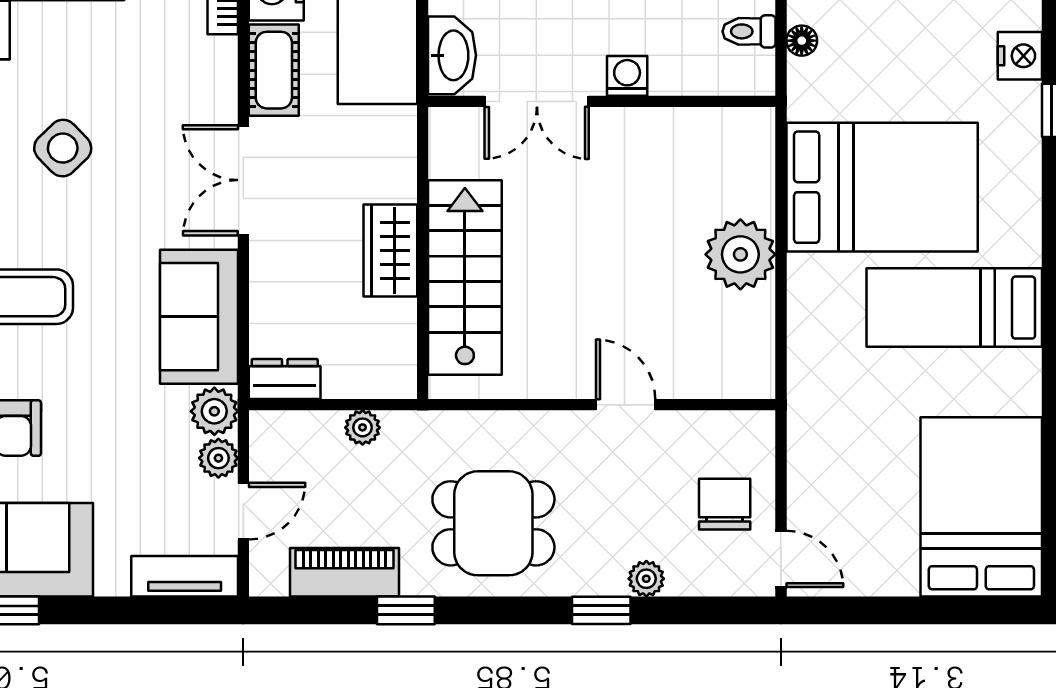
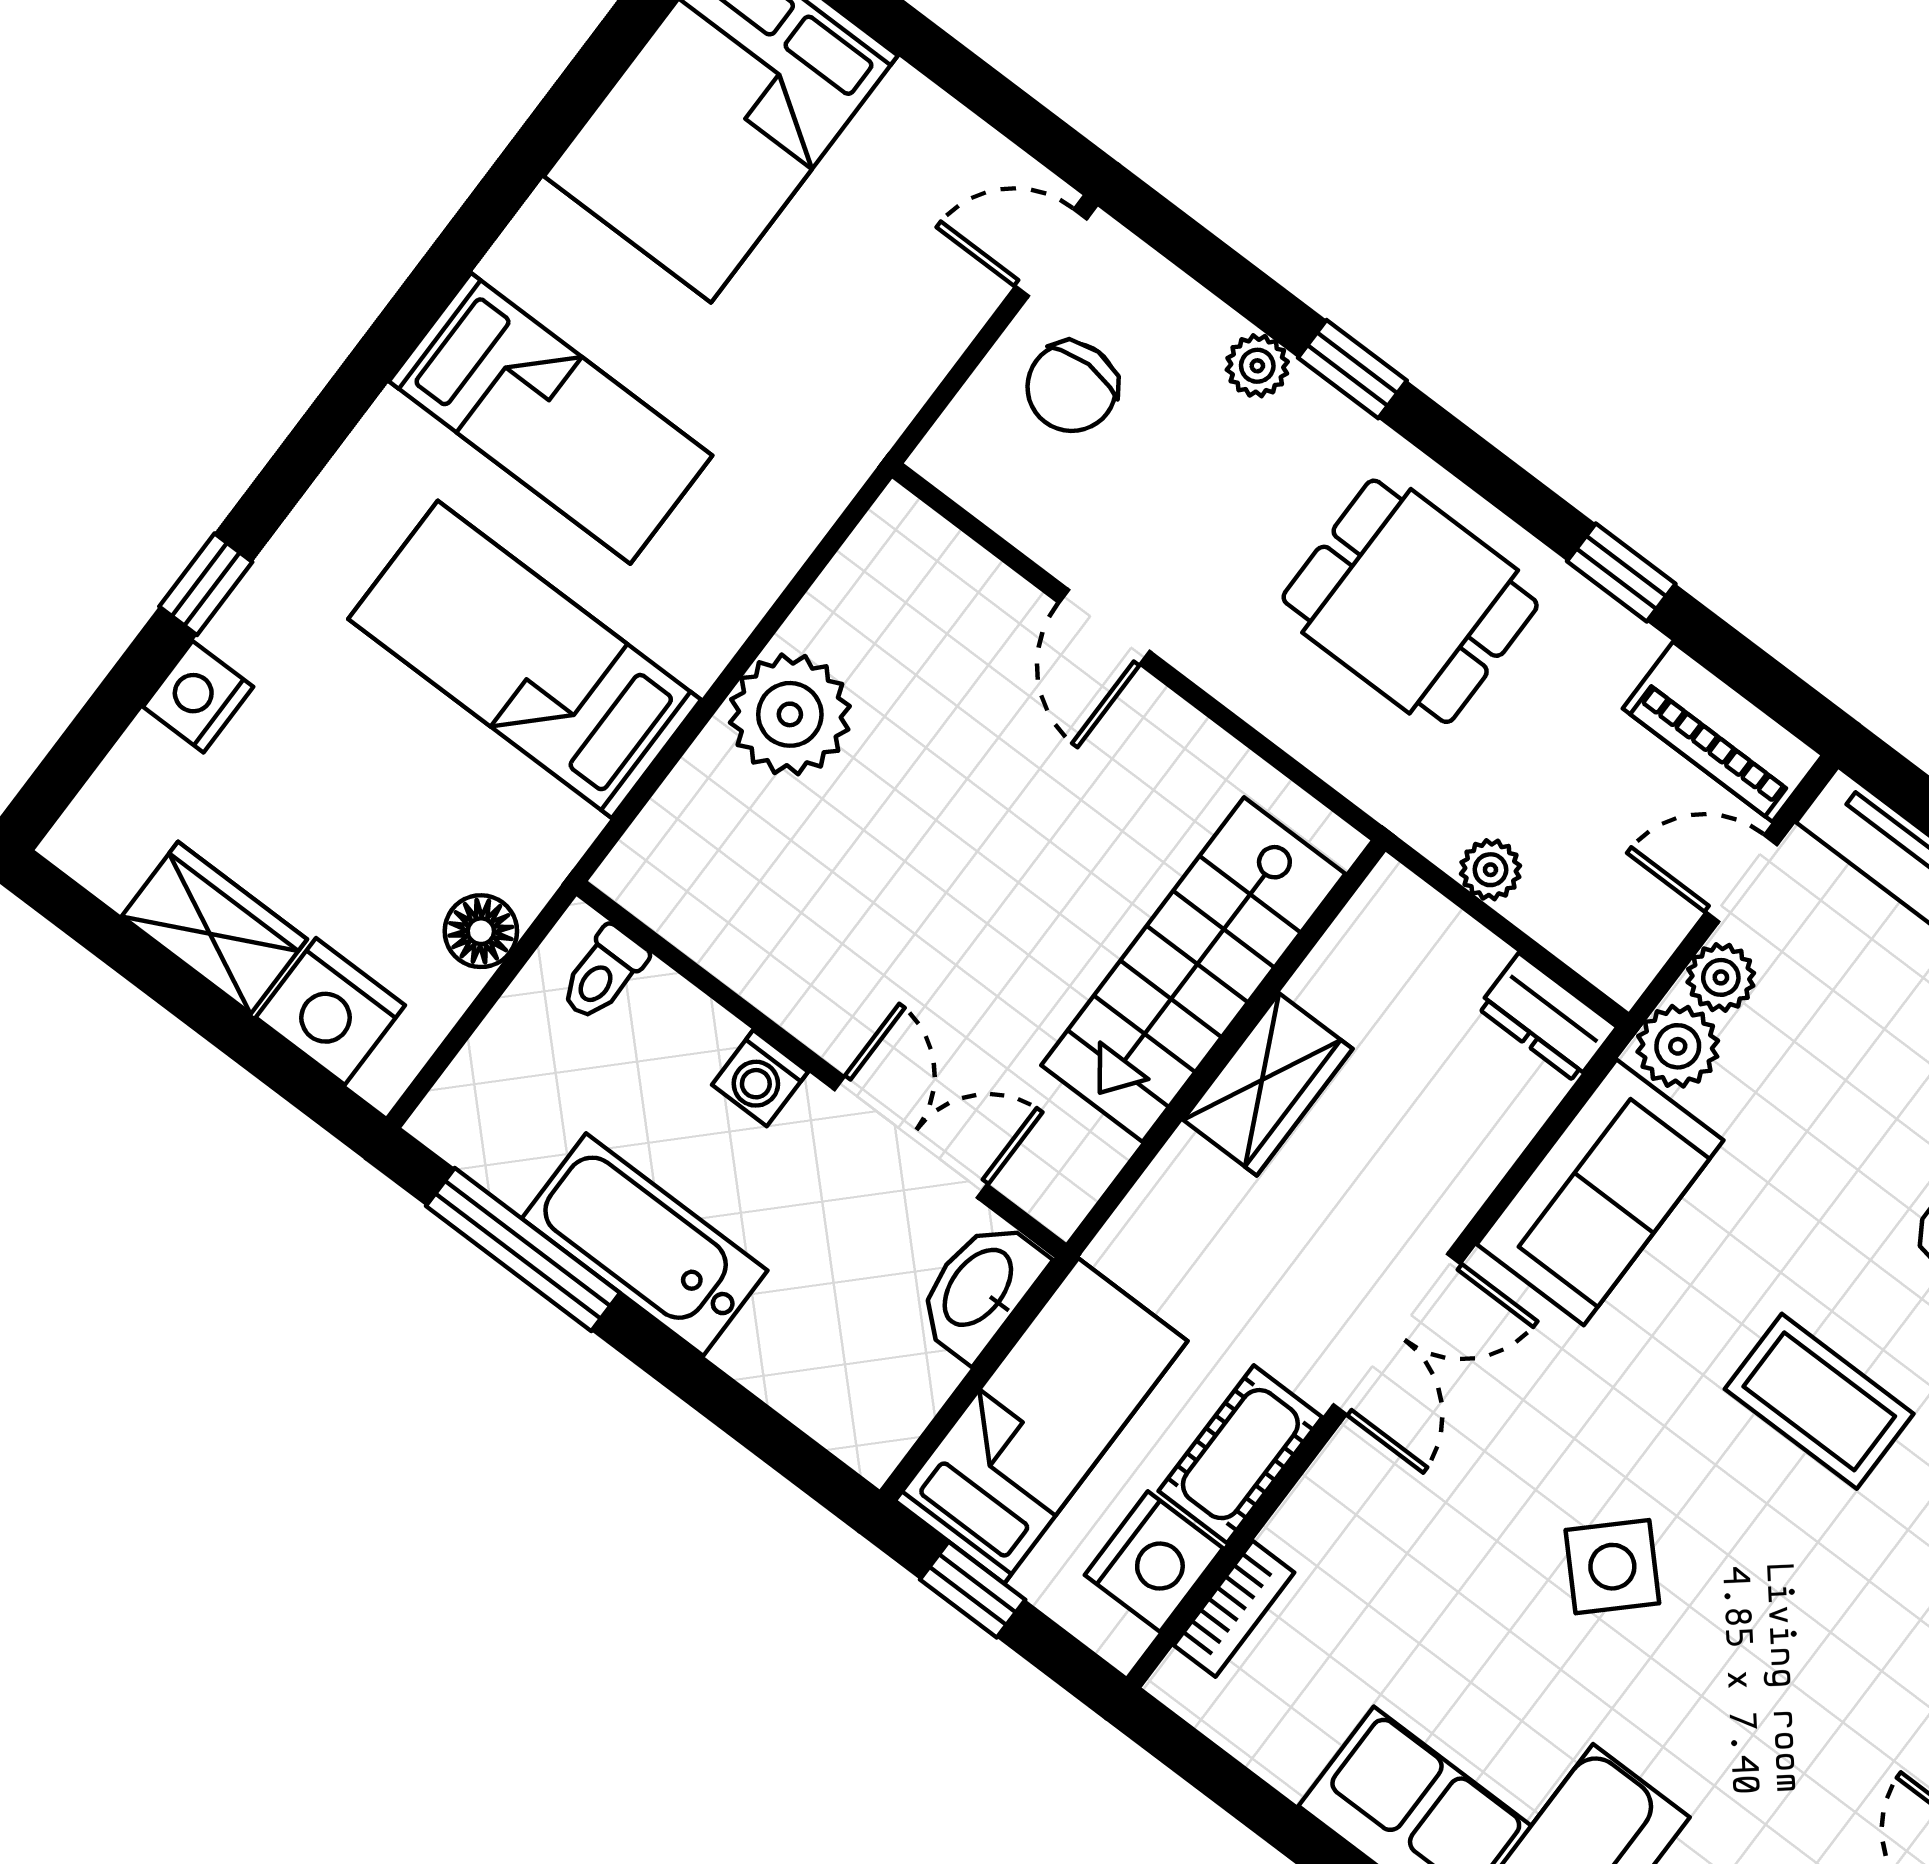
toilet: (749, 31) -> (603, 974), moved, turned 90
floor lamp: (802, 41) -> (481, 931), width x1.37, depth x1.37
bed: (882, 187) -> (525, 659), width x0.67
door: (781, 559) -> (1051, 253), hinge flipped
piano: (344, 572) -> (1723, 732), moved

